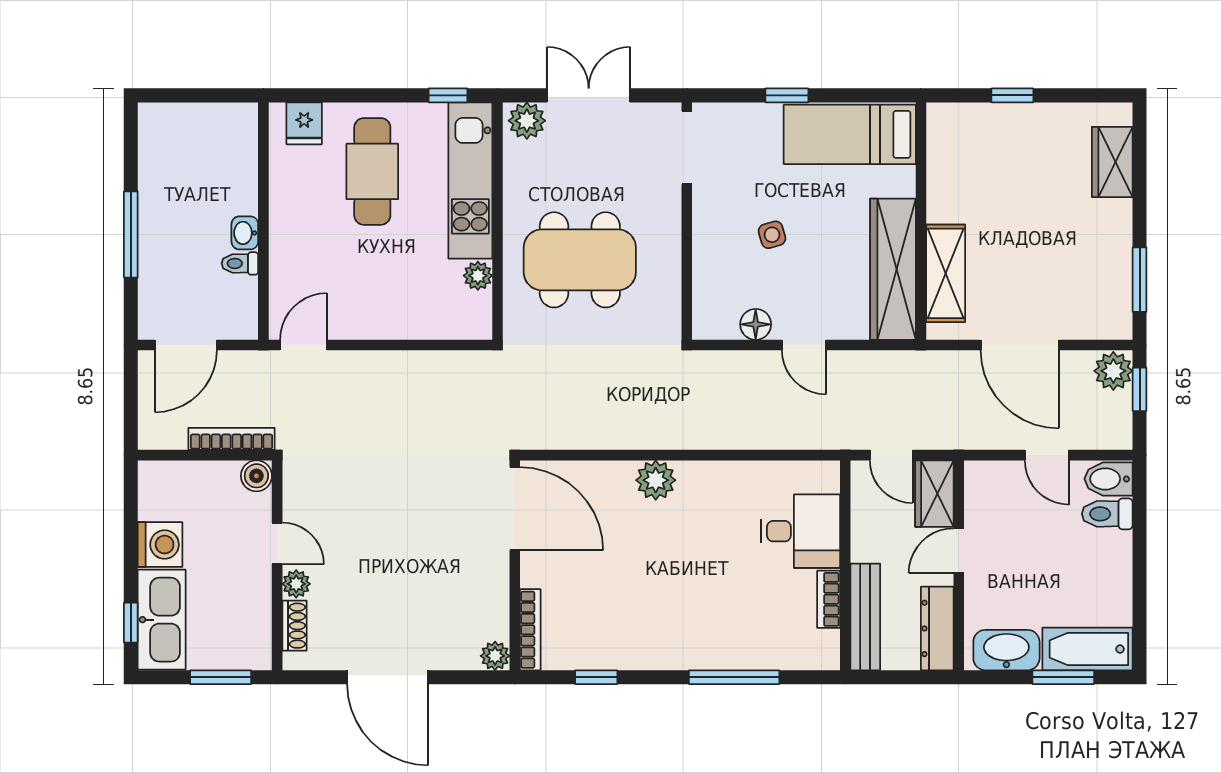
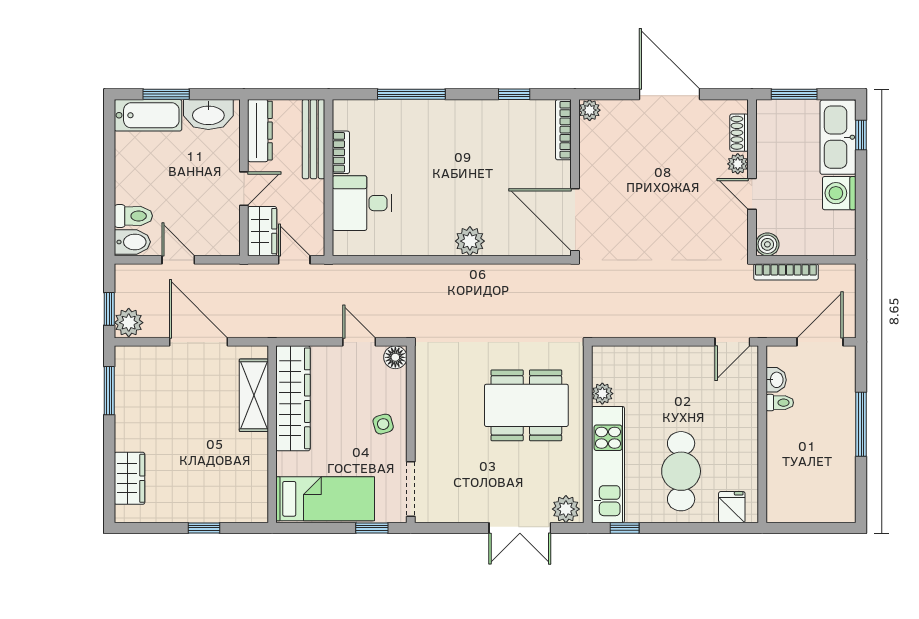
doorway: (687, 148) -> (411, 489), moved
wall: (687, 221) -> (411, 434), moved
washbasin: (245, 233) -> (776, 380), moved

